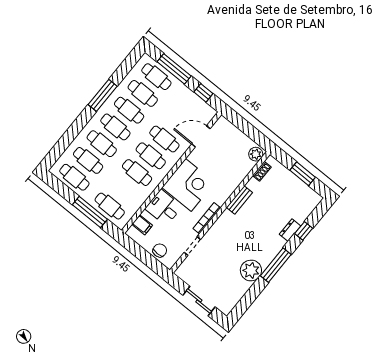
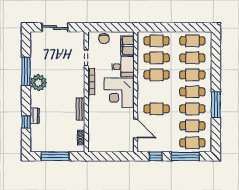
door: (201, 136) -> (136, 129), hinge flipped
plant: (256, 154) -> (93, 145), removed
cafe table: (151, 156) -> (157, 58), moved
window: (303, 174) -> (55, 156), width x1.44
window: (90, 212) -> (166, 27), removed
filing cabinet: (142, 225) -> (127, 46), width x2.00
window: (276, 265) -> (26, 71), moved
plant: (251, 270) -> (38, 83), moved

